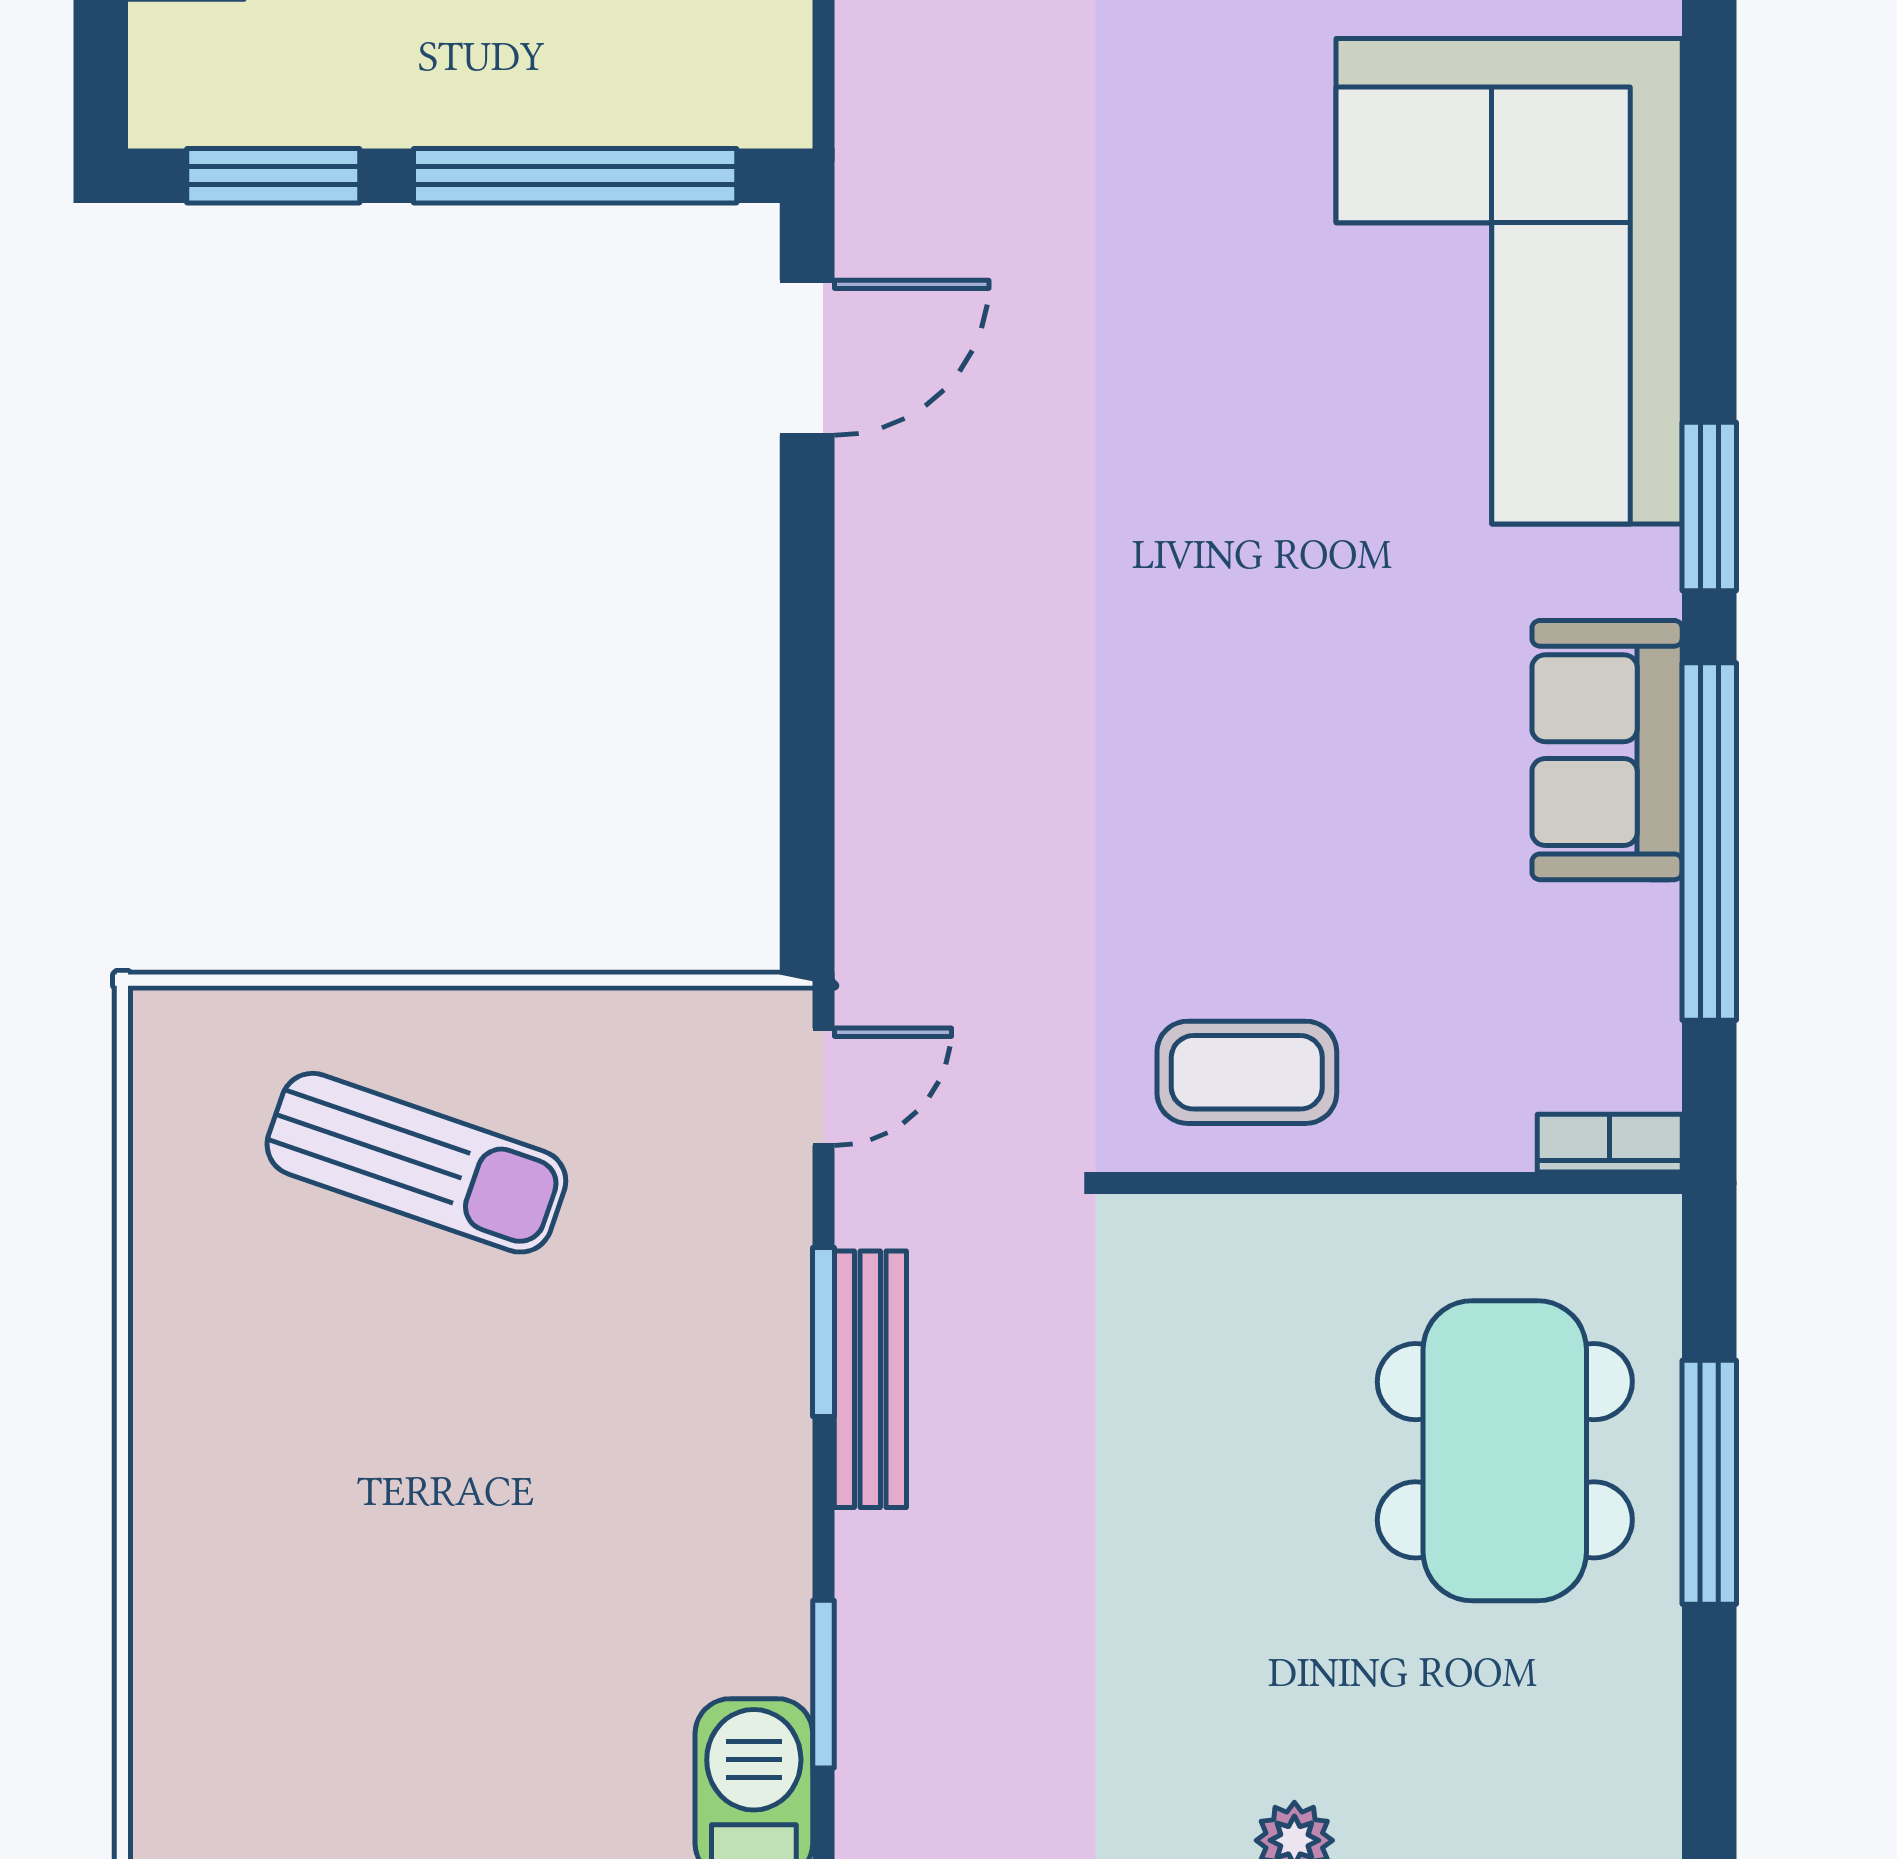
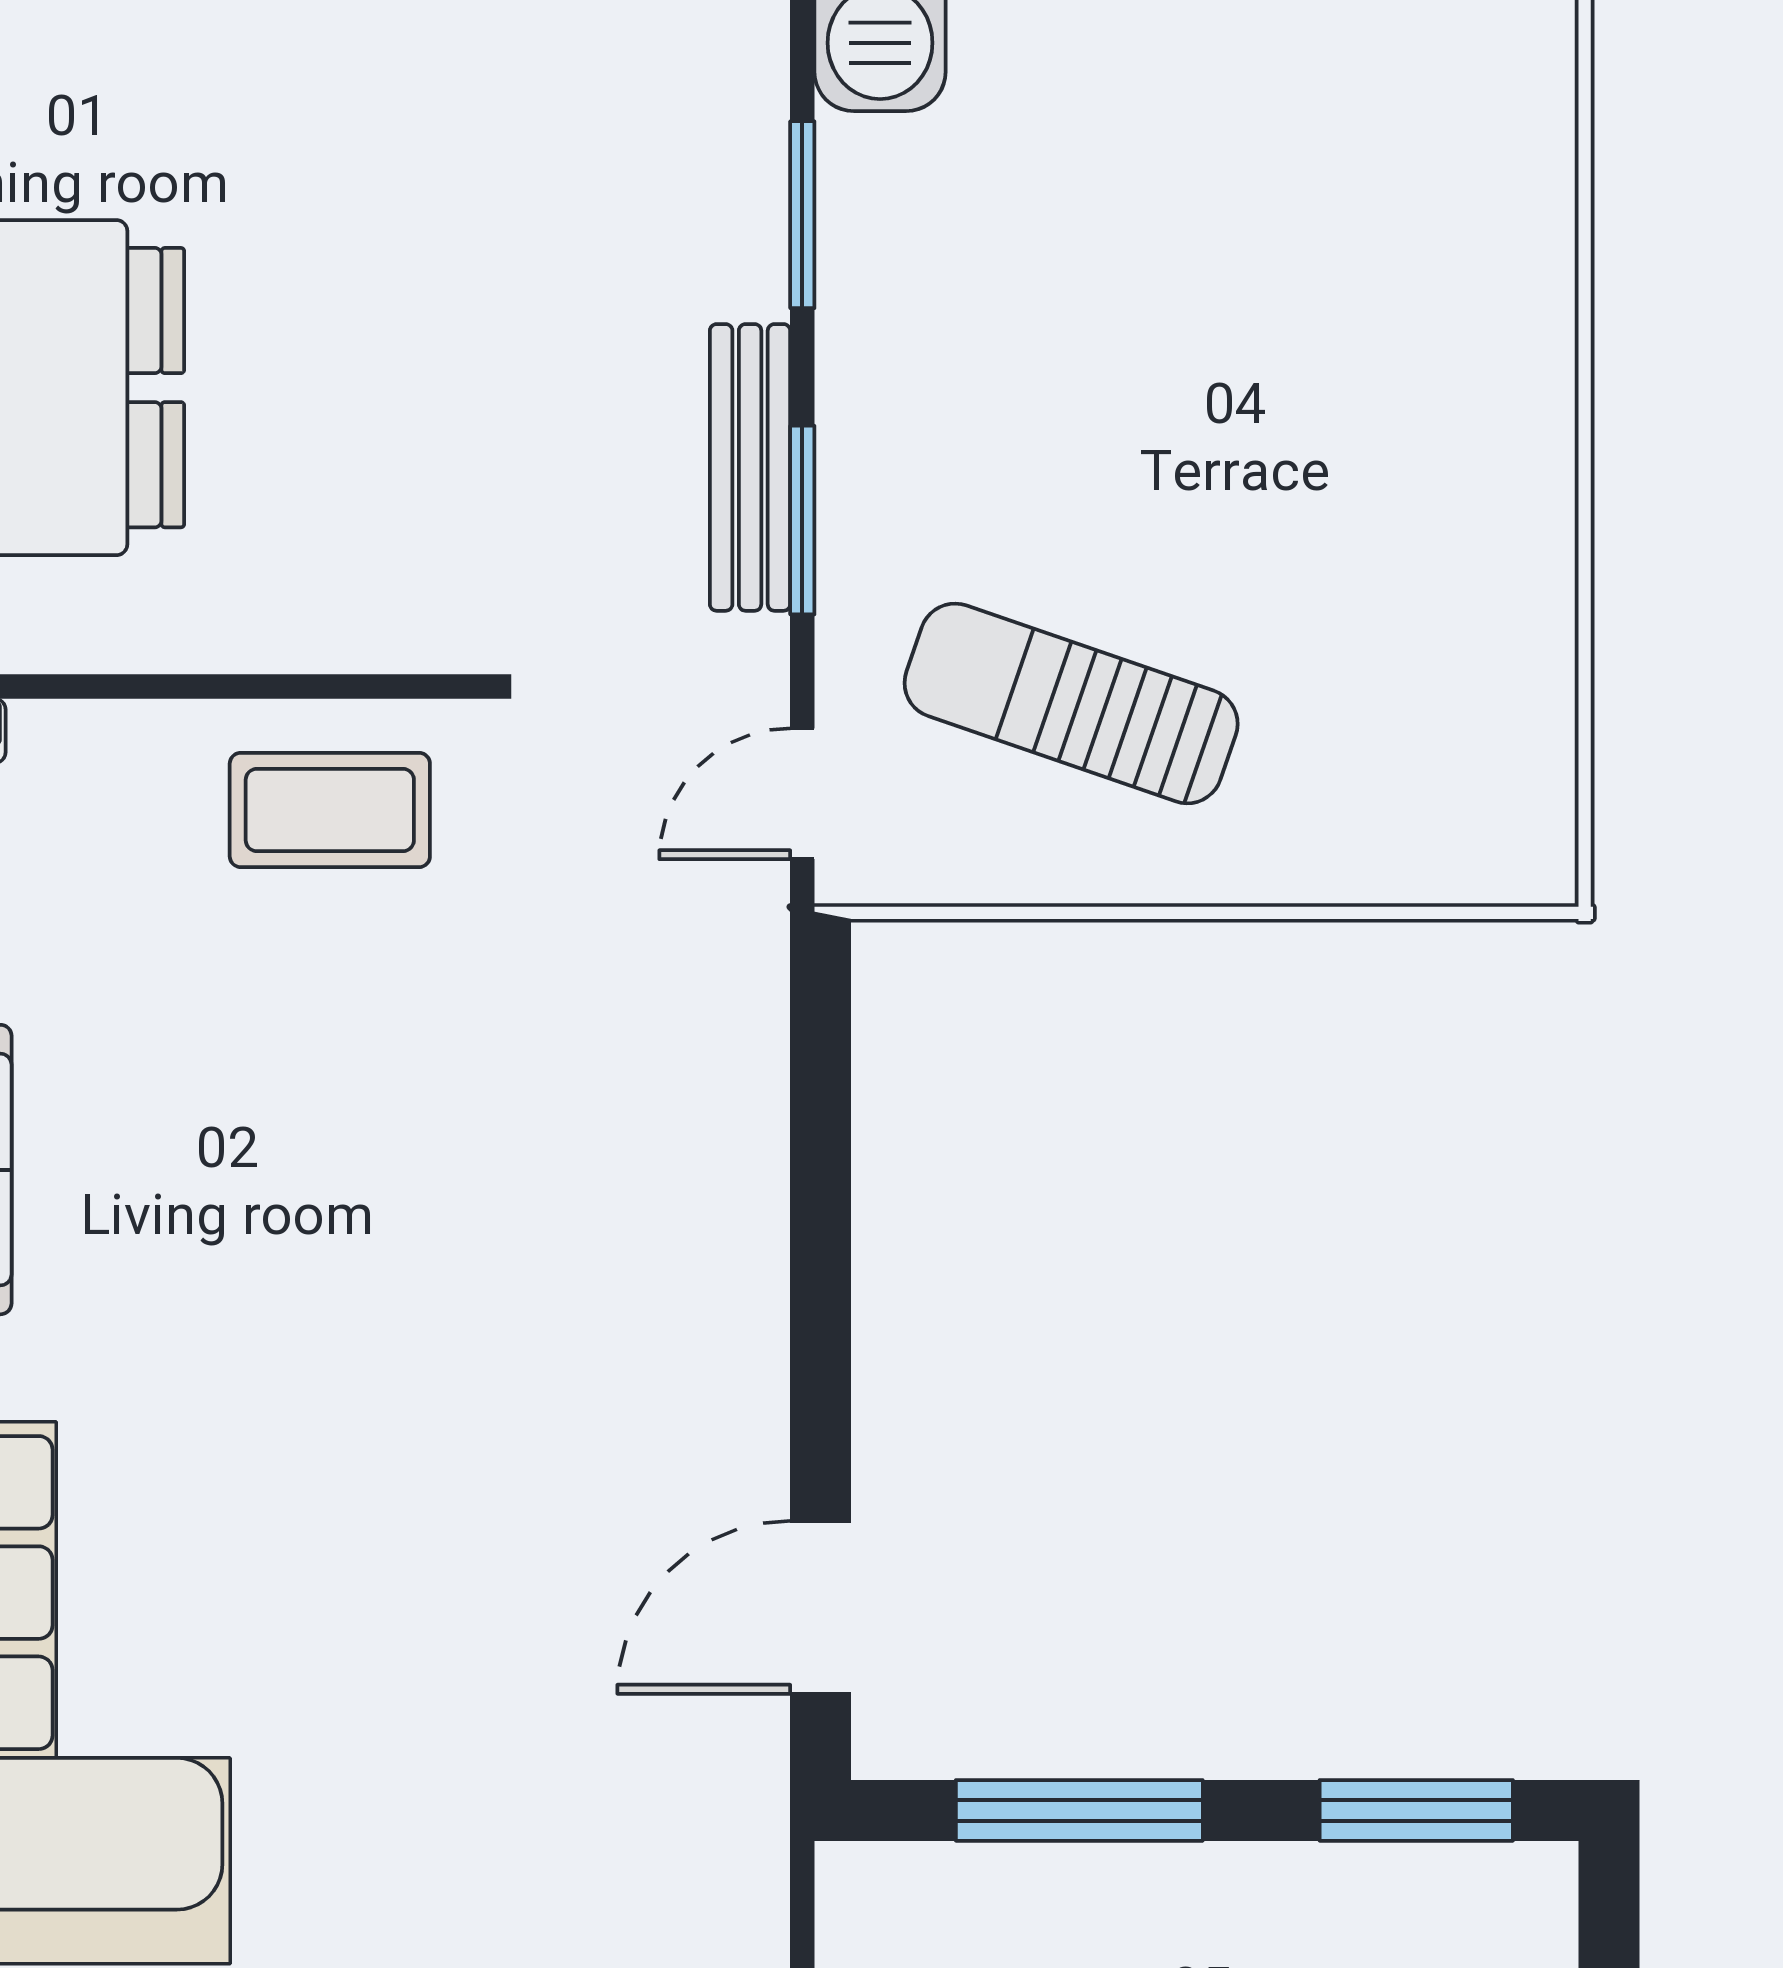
window: (575, 176) -> (1079, 1810), width x0.68
sun lounger: (416, 1163) -> (1071, 703), moved
window: (823, 1684) -> (802, 215), moved

